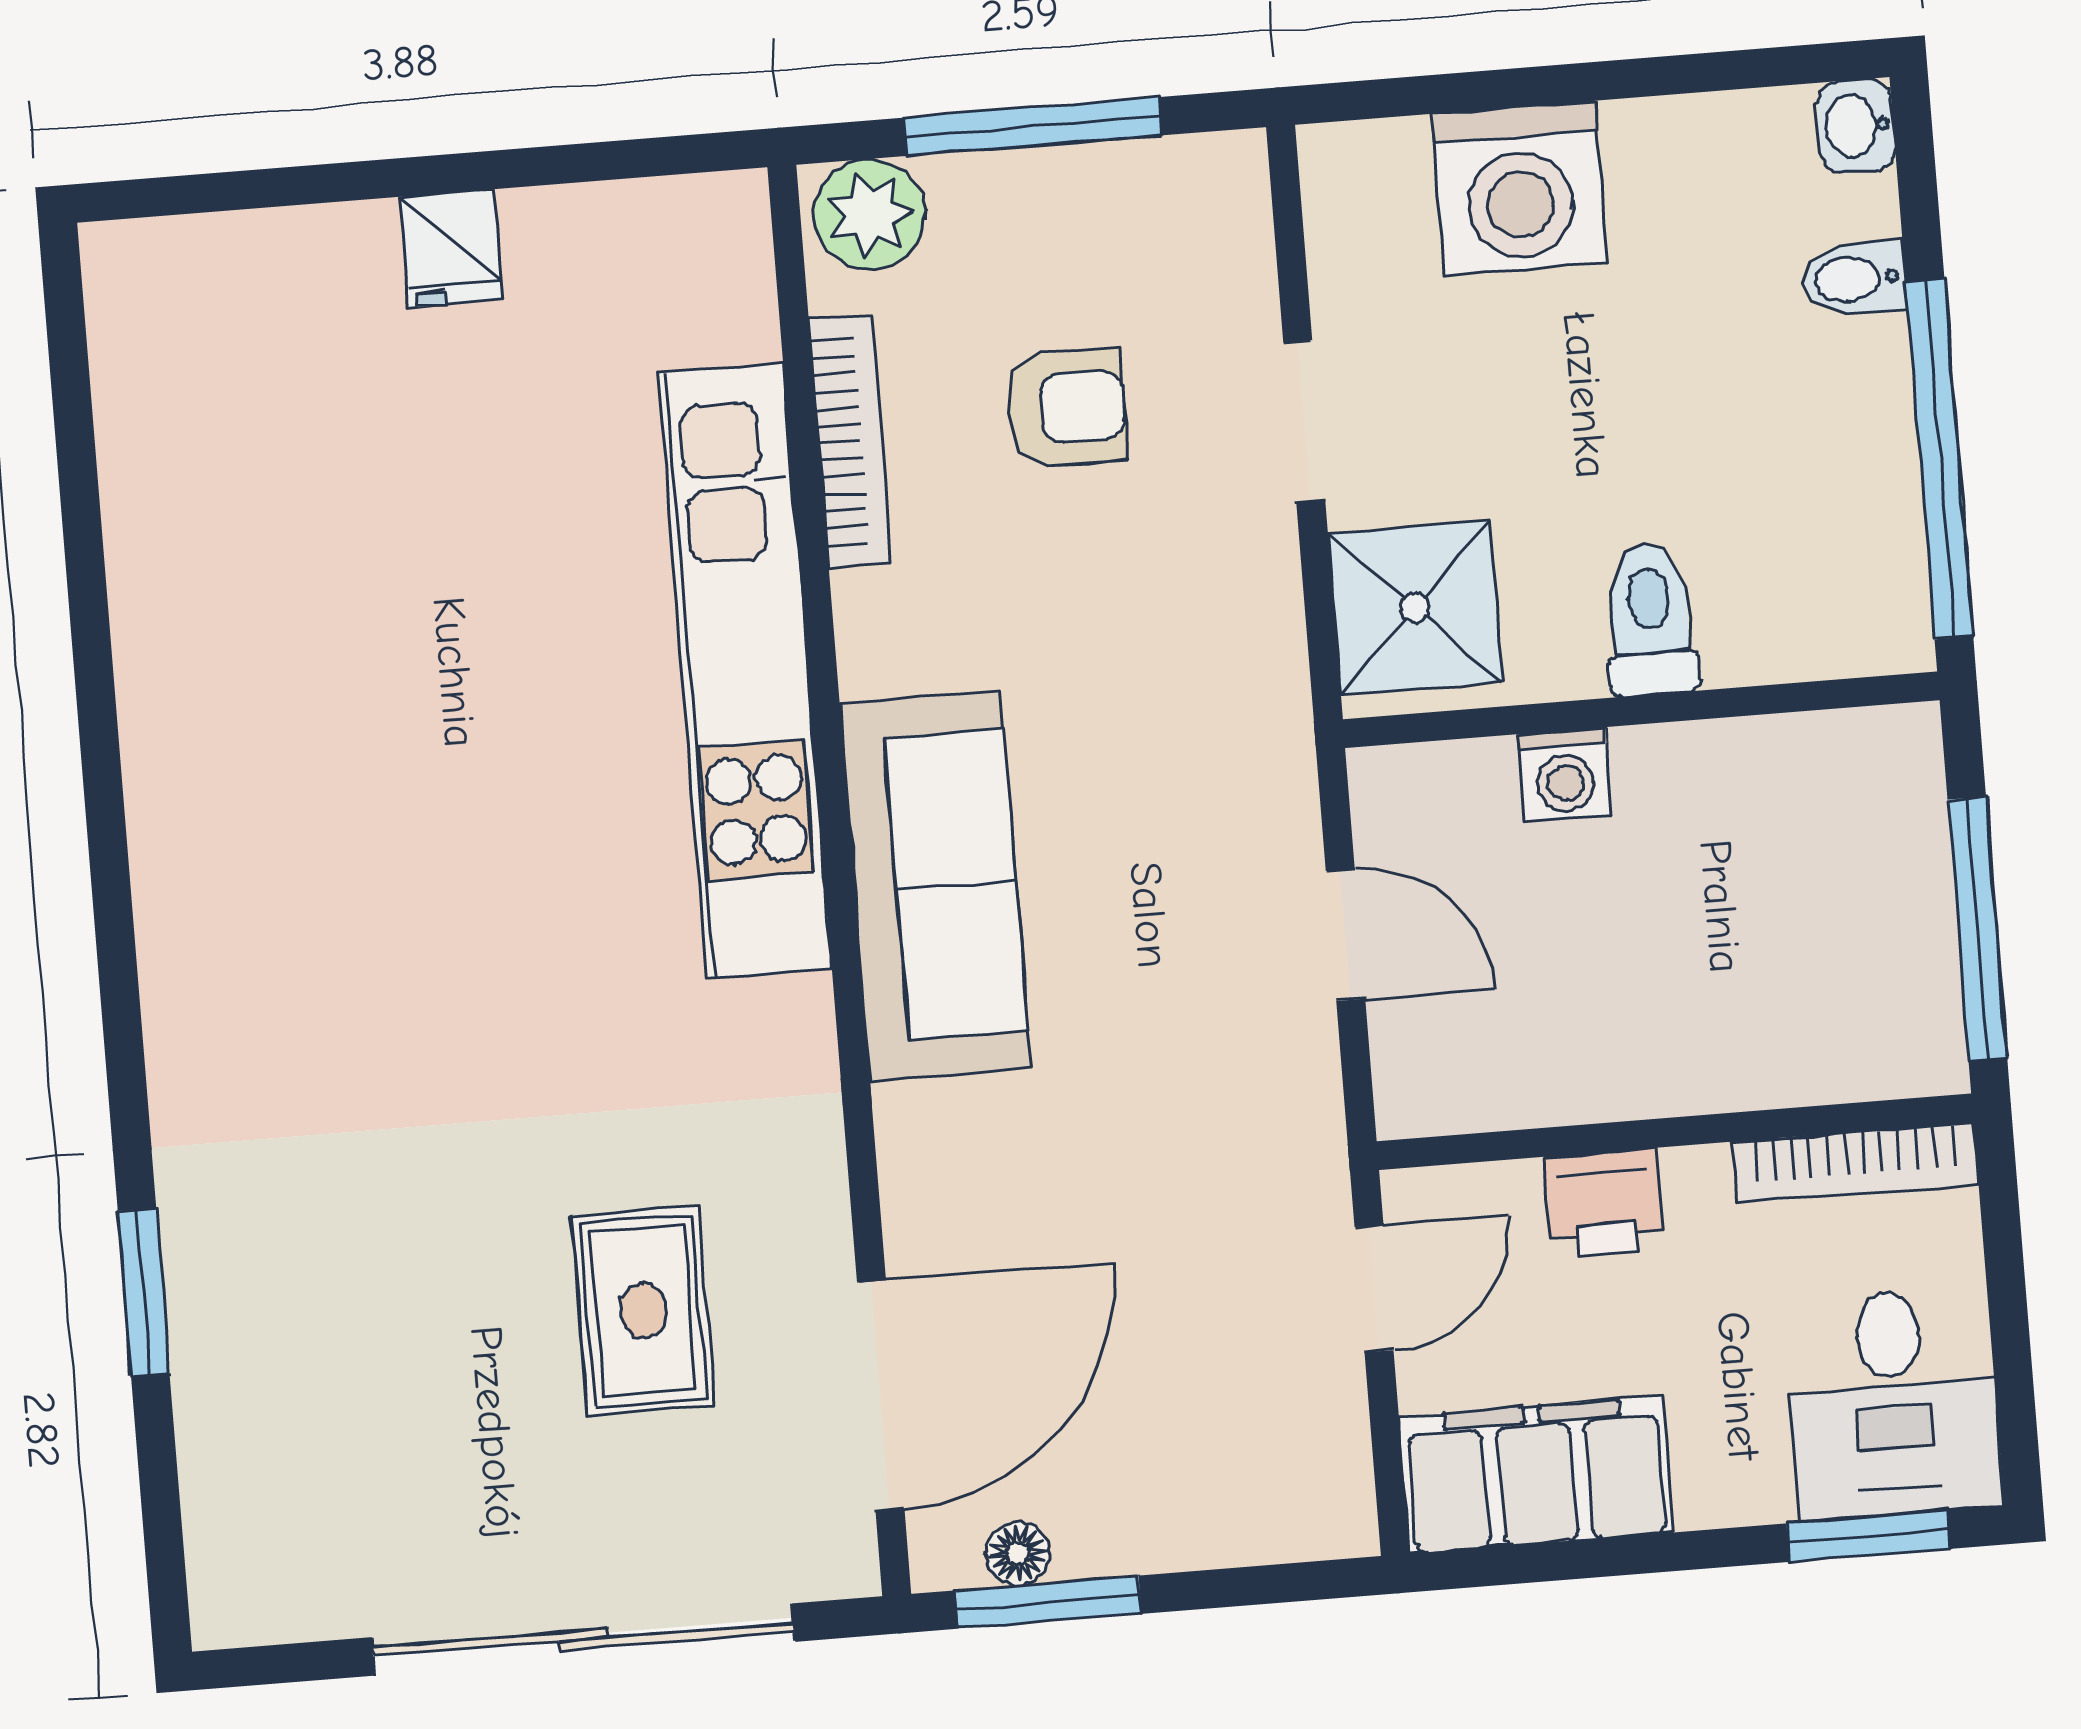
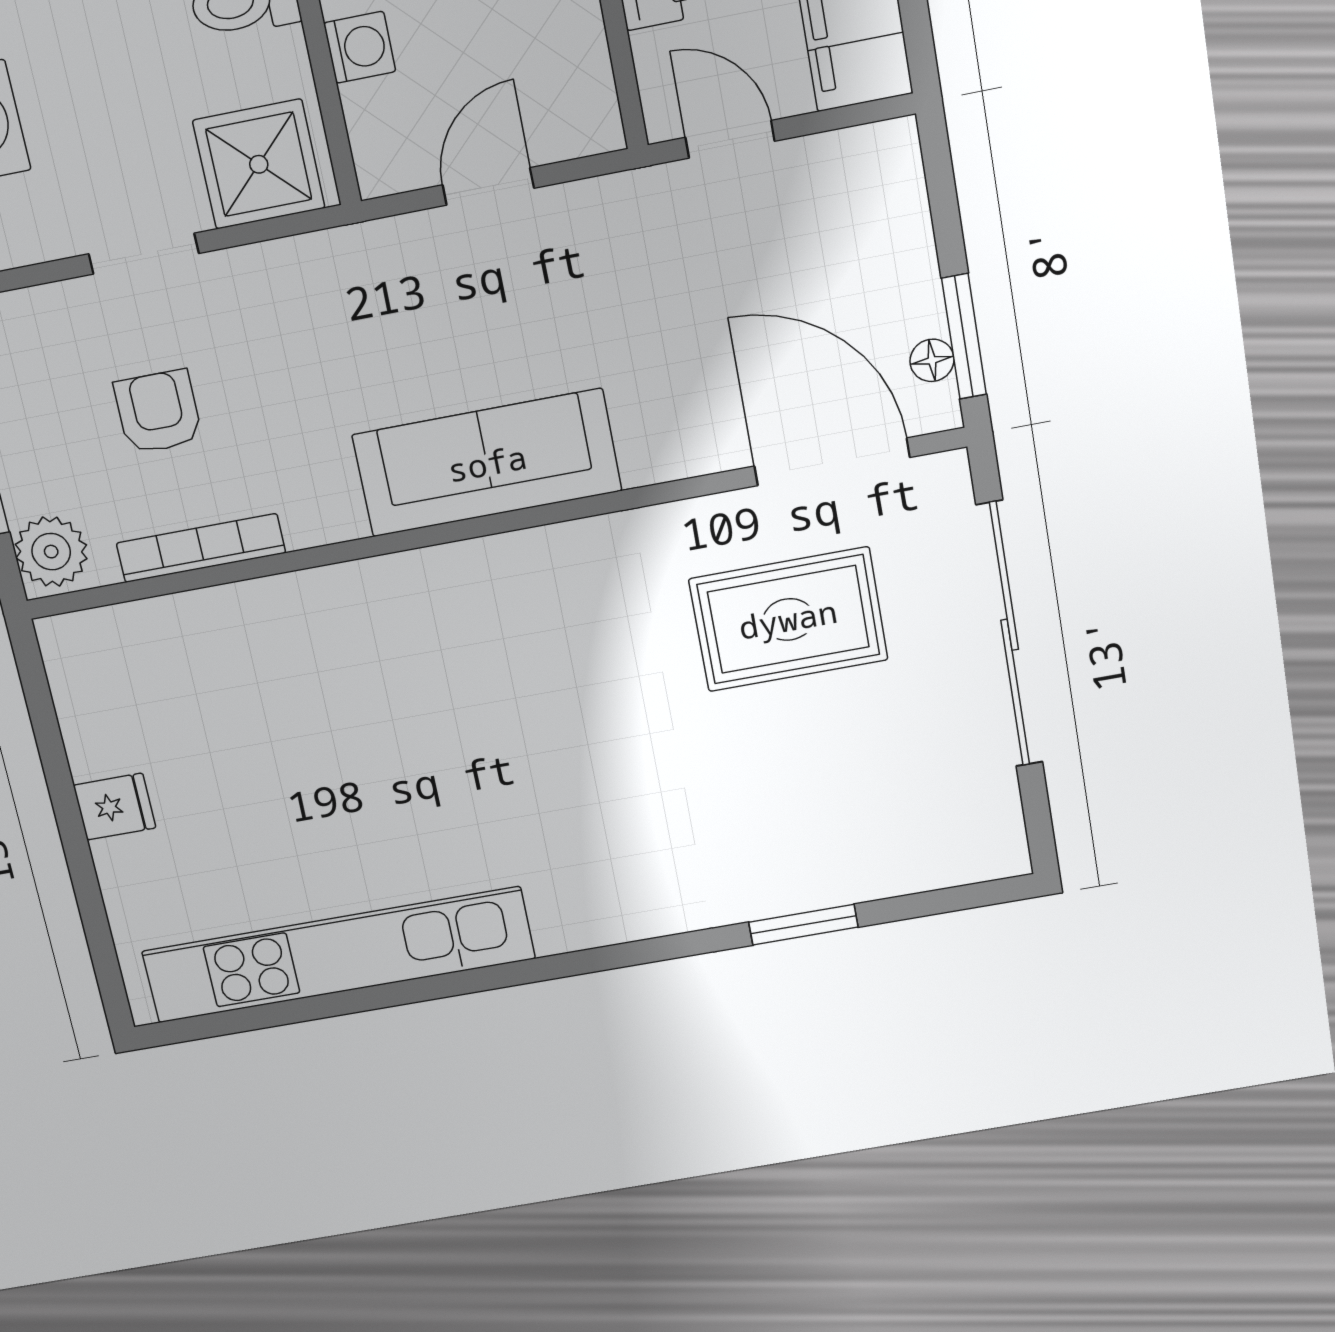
kitchen unit: (745, 670) -> (338, 955), moved, turned 180
rug: (643, 1311) -> (788, 619), width x1.36, depth x1.43

